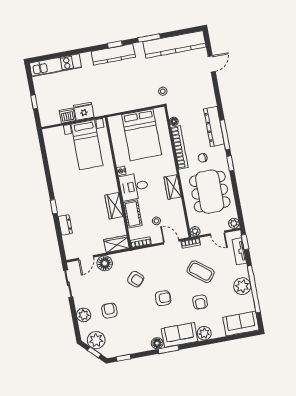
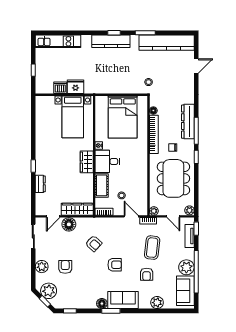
wardrobe: (173, 187) -> (141, 168), removed
wardrobe: (114, 206) -> (87, 162), moved
wardrobe: (117, 244) -> (77, 209), width x1.50
coffee table: (201, 272) -> (152, 248), turned 59
sofa: (241, 324) -> (185, 291), moved, turned -90
plant: (204, 333) -> (157, 303), moved

